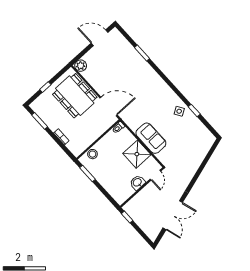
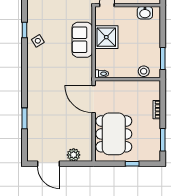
plant: (81, 66) -> (74, 155), moved
washbasin: (137, 183) -> (145, 13), moved

